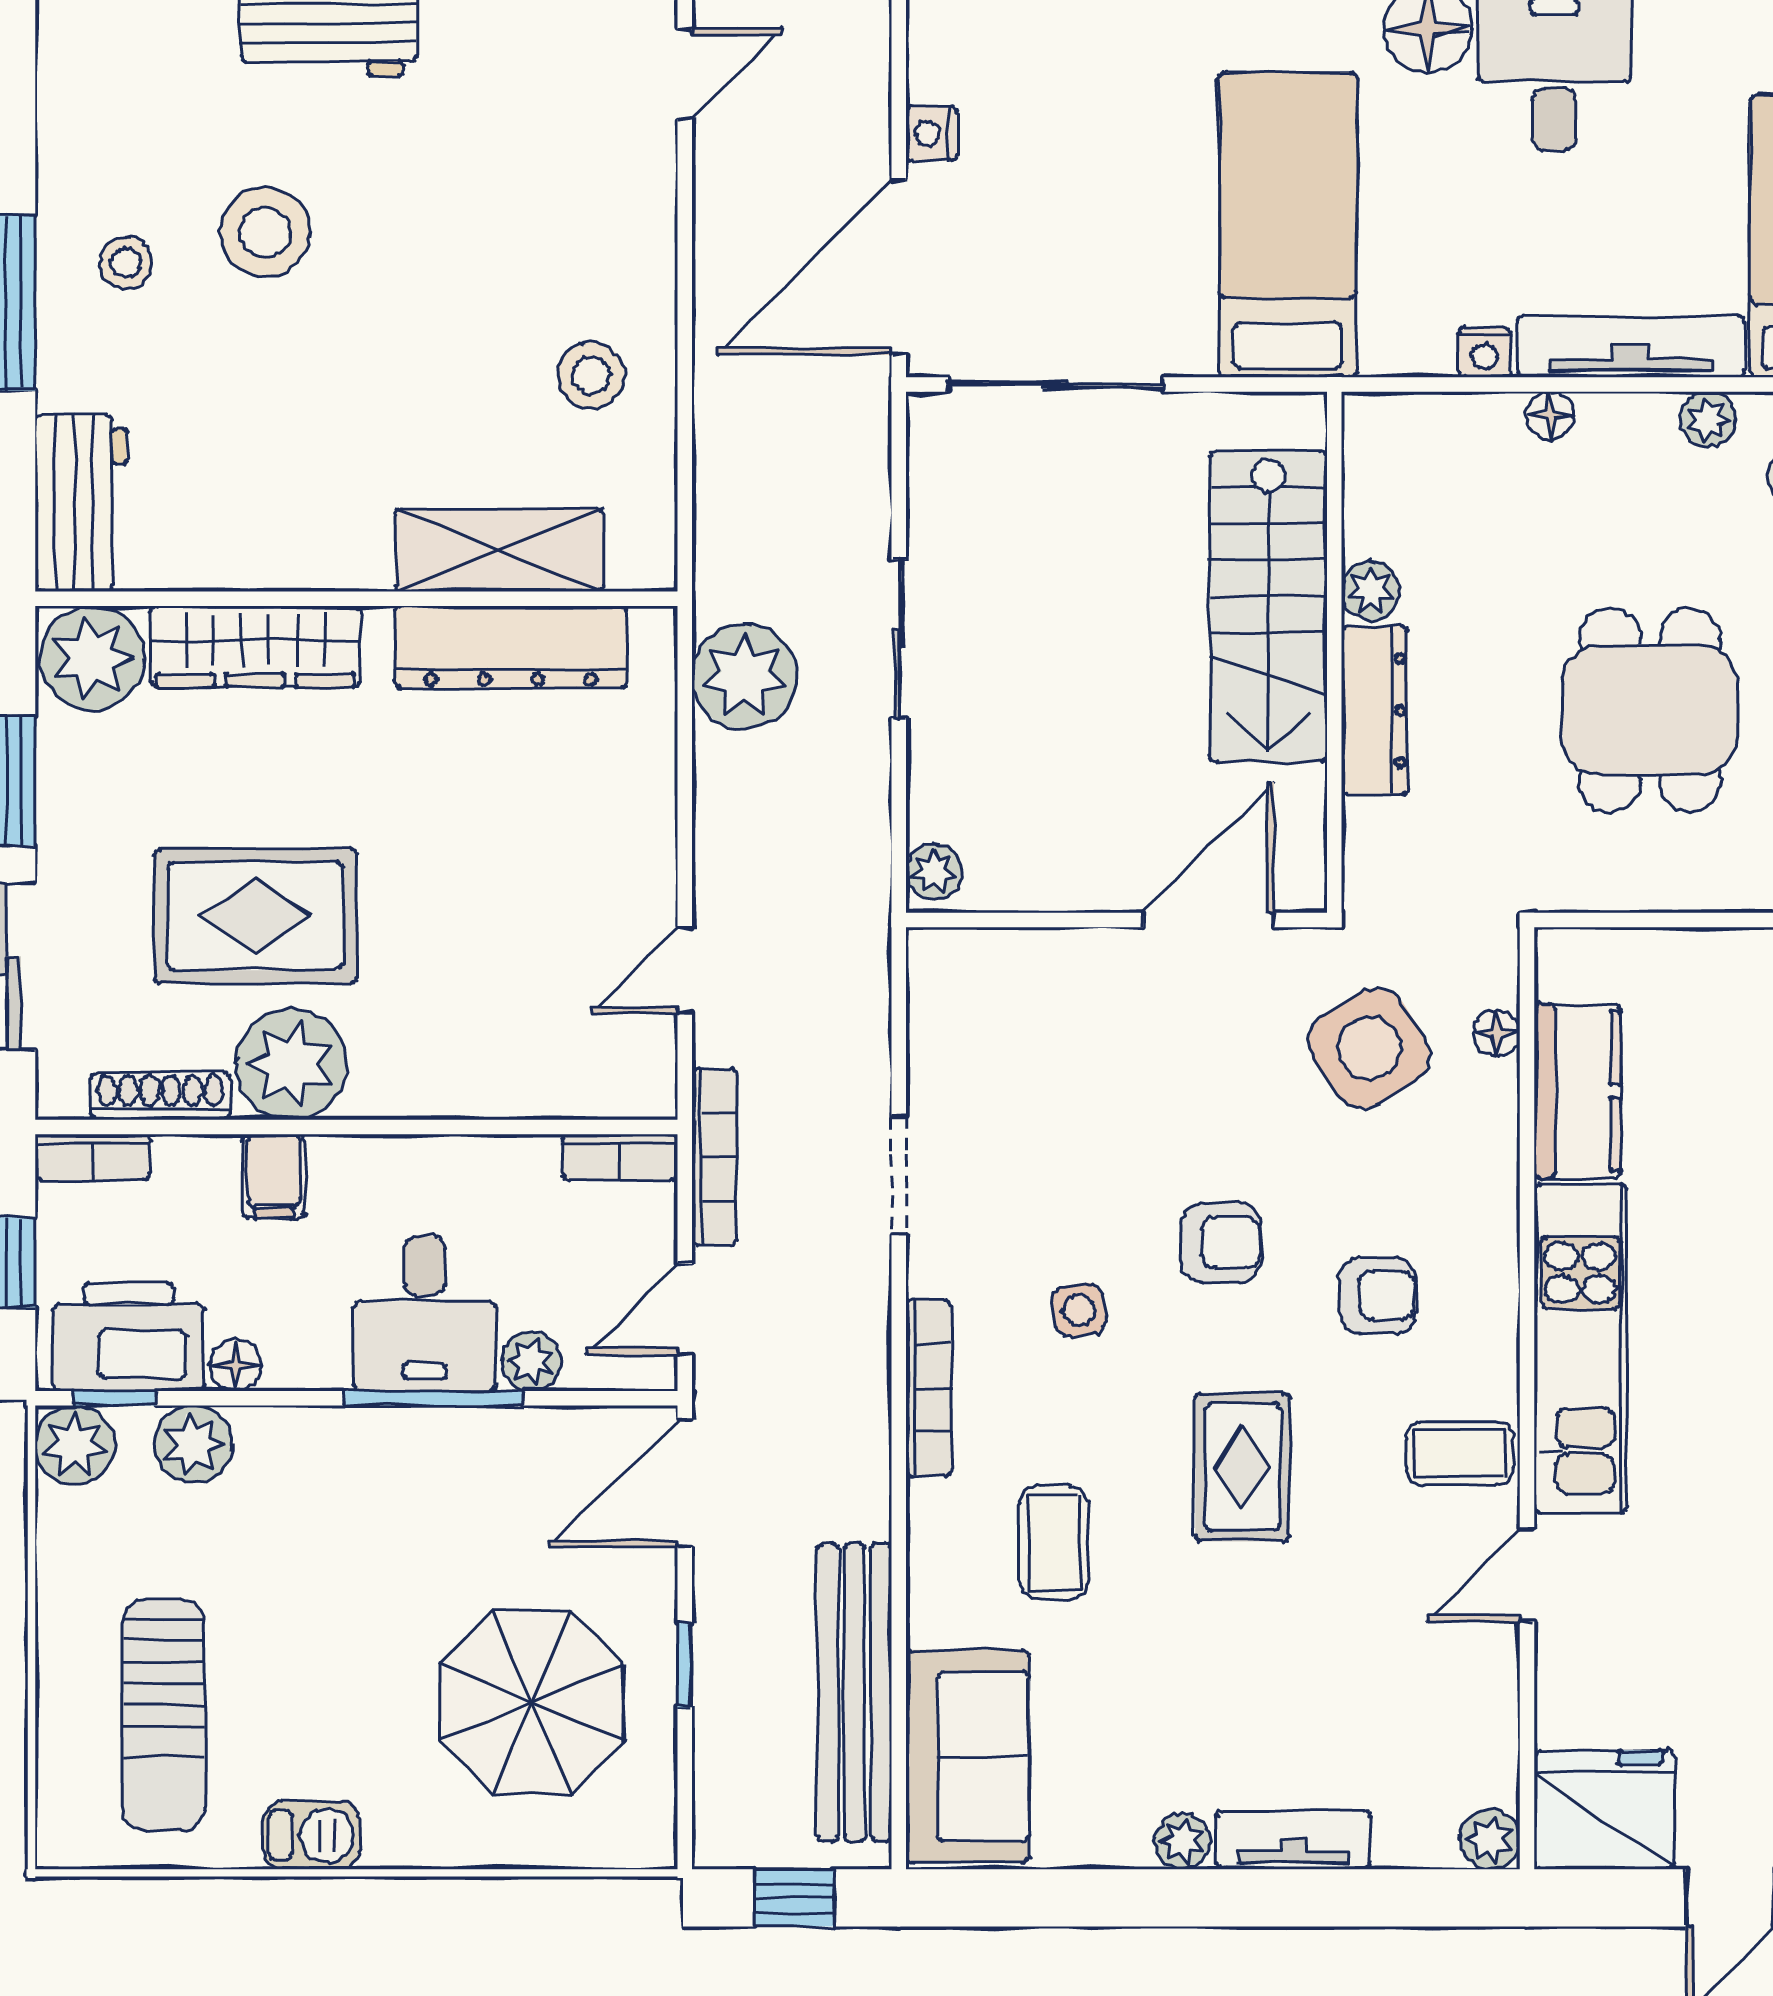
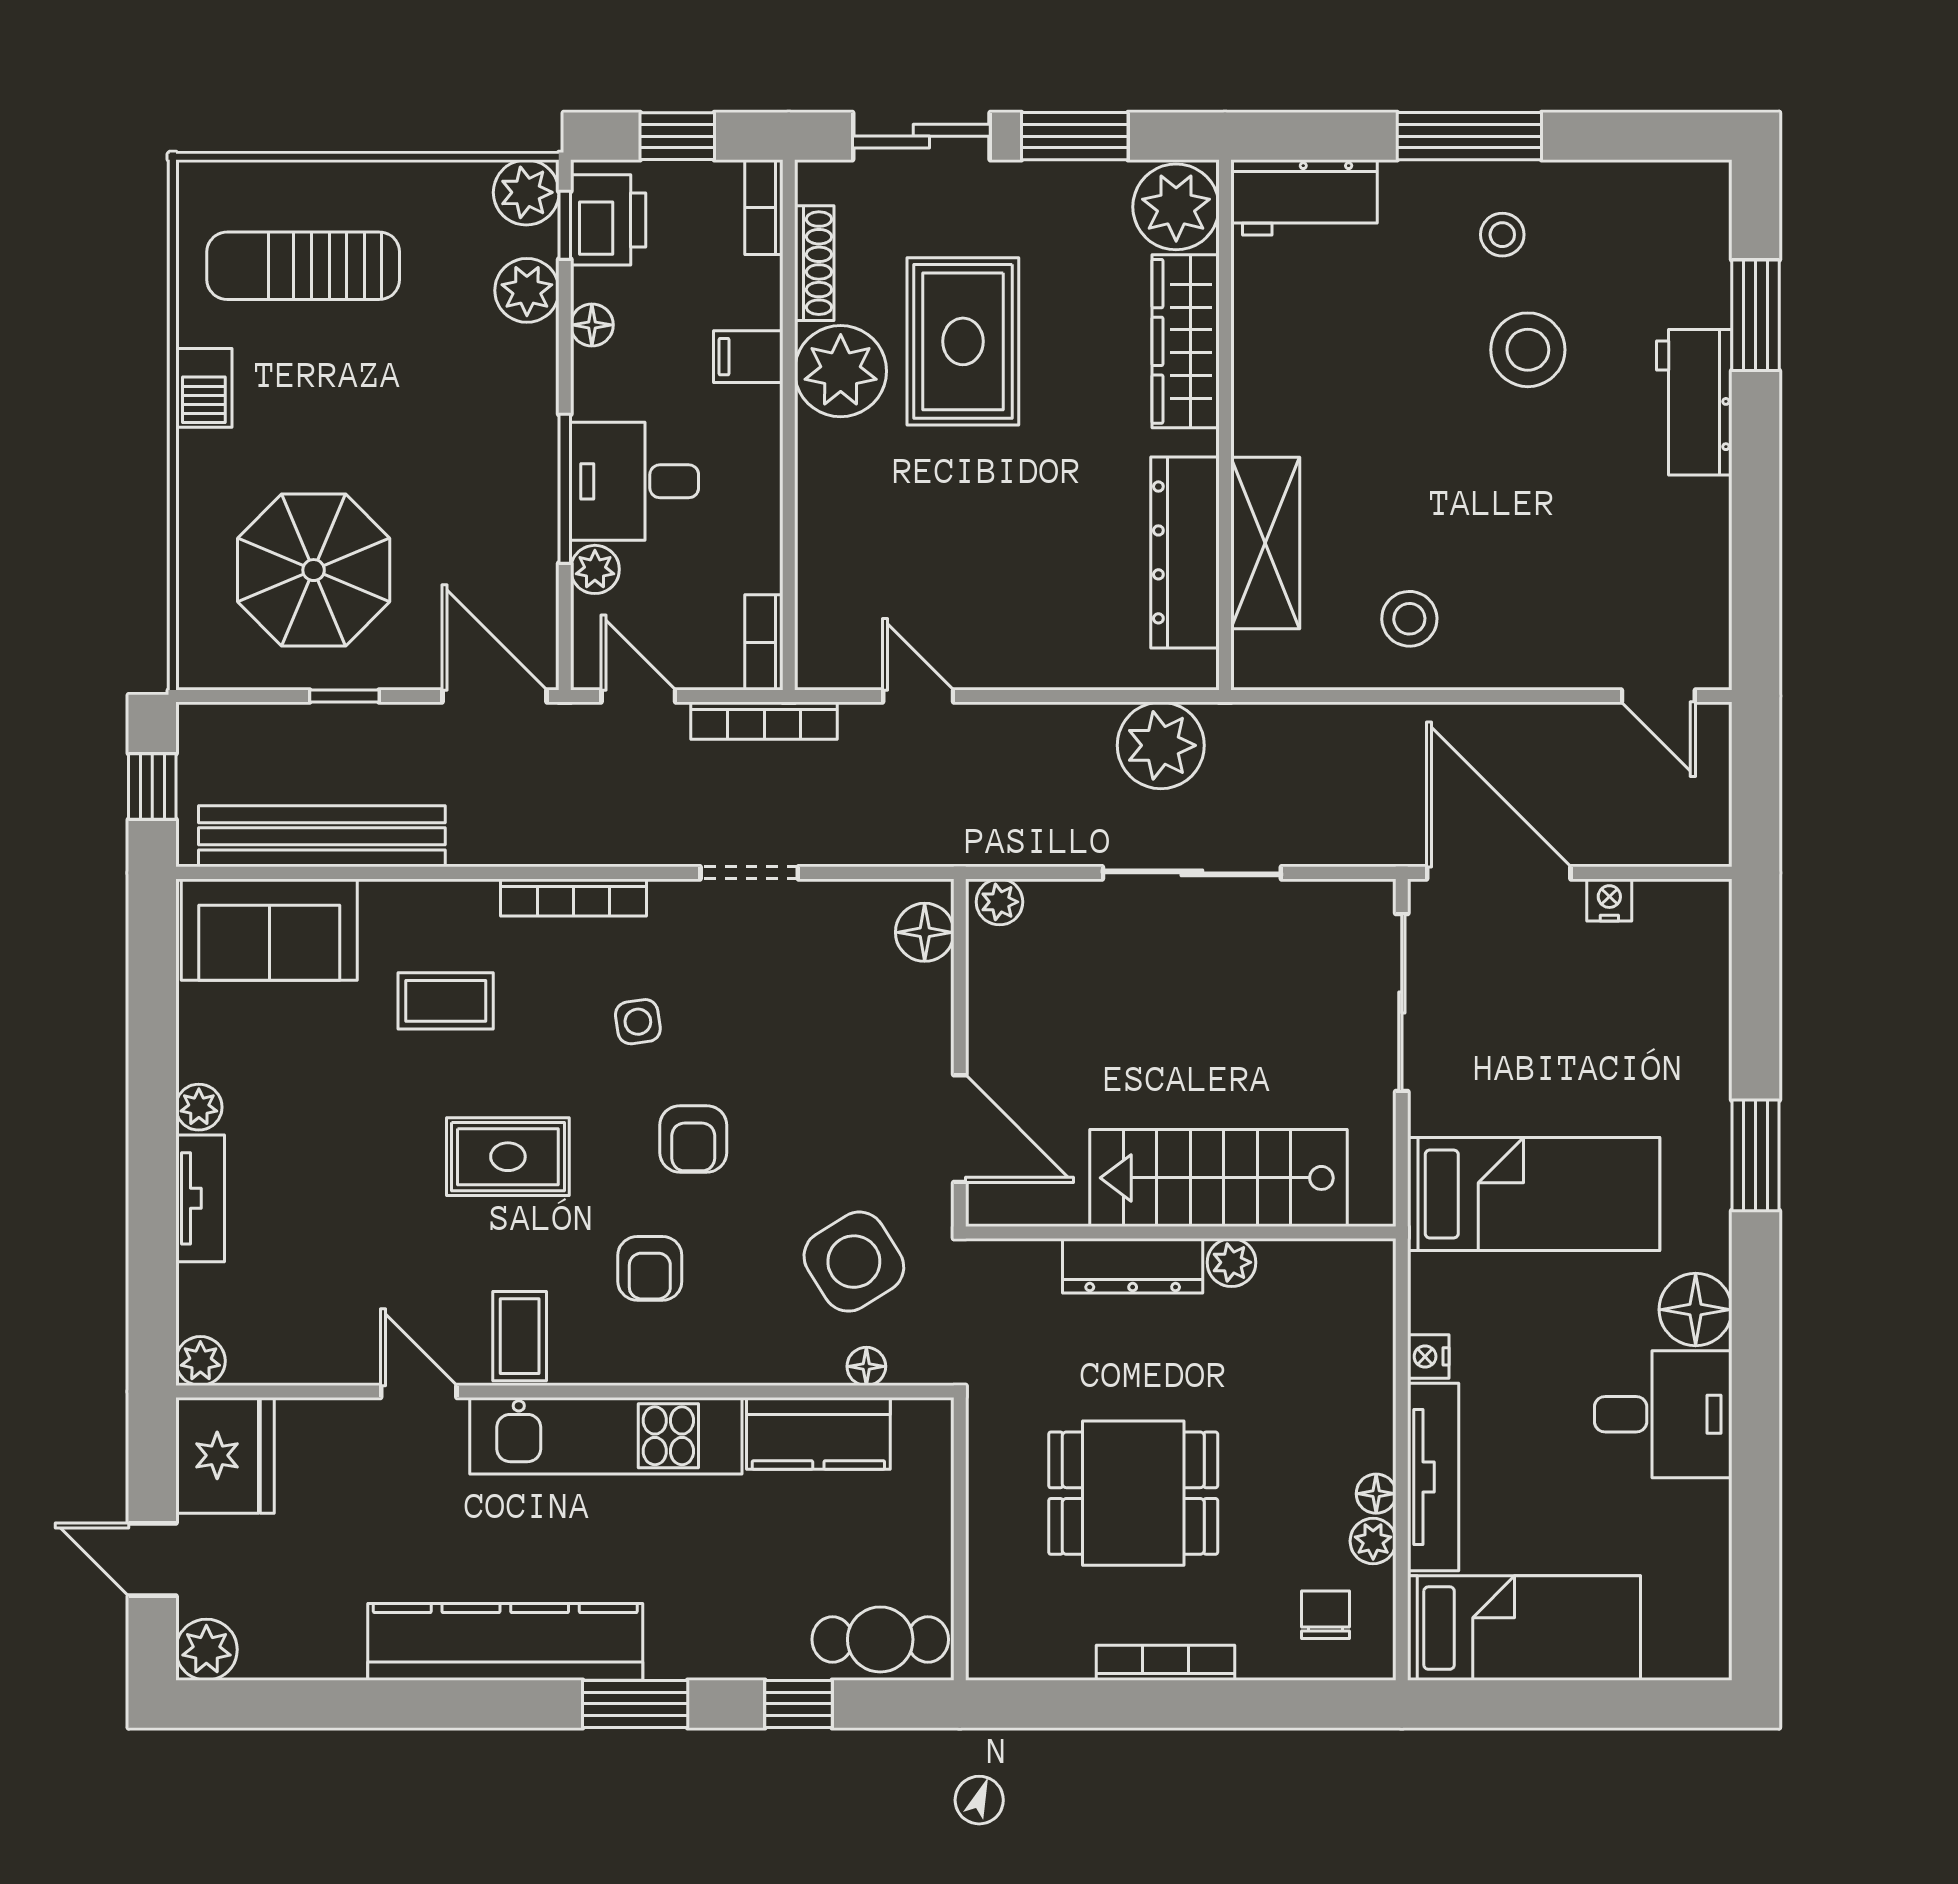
floor lamp: (1550, 416) -> (1376, 1494), moved
sliding door: (899, 639) -> (1192, 873), width x1.37
floor lamp: (971, 962) -> (925, 932), added
printer: (129, 1337) -> (608, 220), width x0.73, depth x0.84

